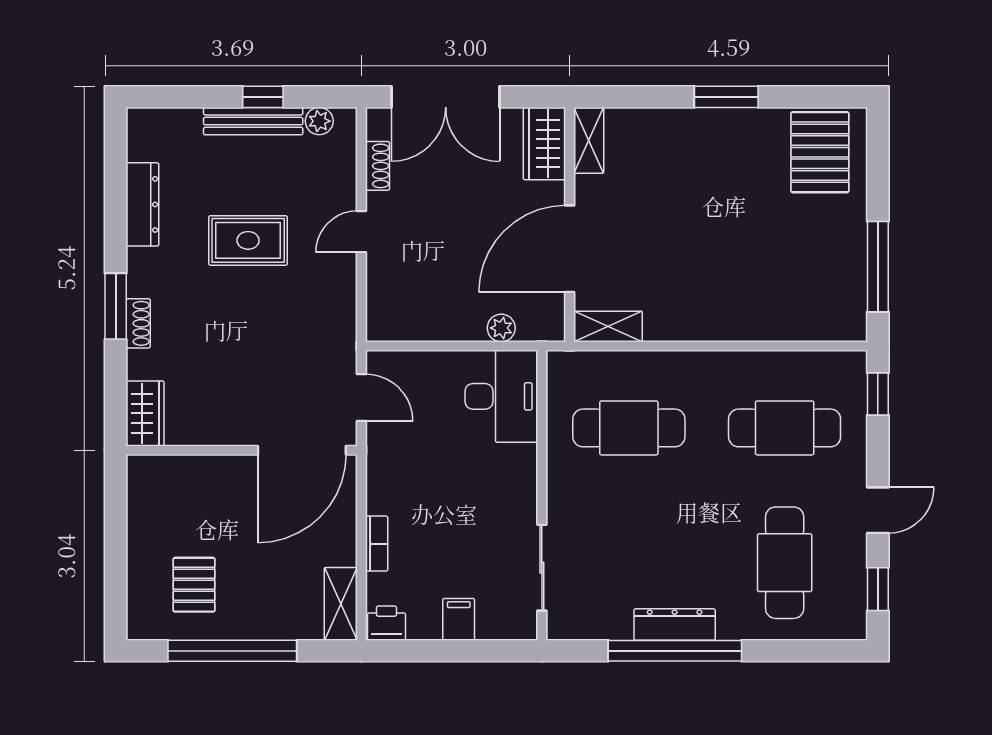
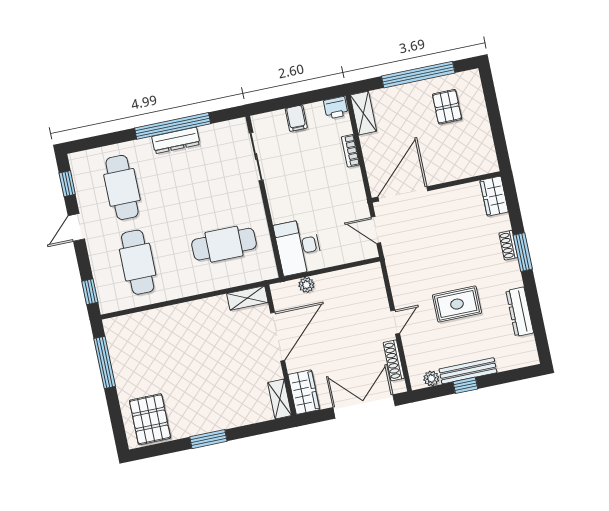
shoe rack: (377, 166) -> (394, 360), width x1.43
cafe table: (785, 428) -> (138, 262), turned 90

